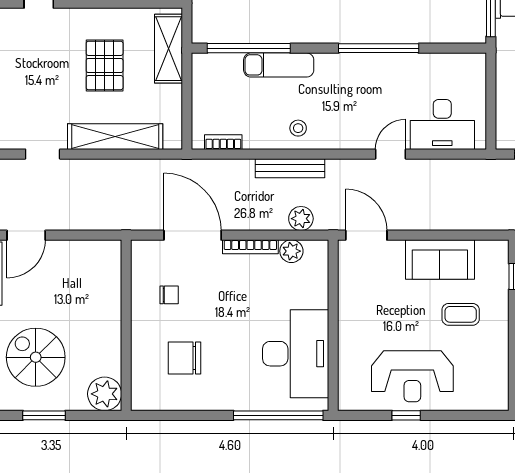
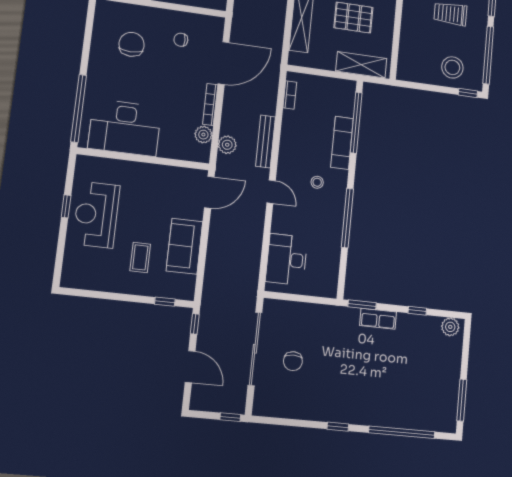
stool: (298, 128) -> (317, 182), moved
door: (391, 154) -> (271, 192), moved
chair: (169, 295) -> (181, 40), turned 90

